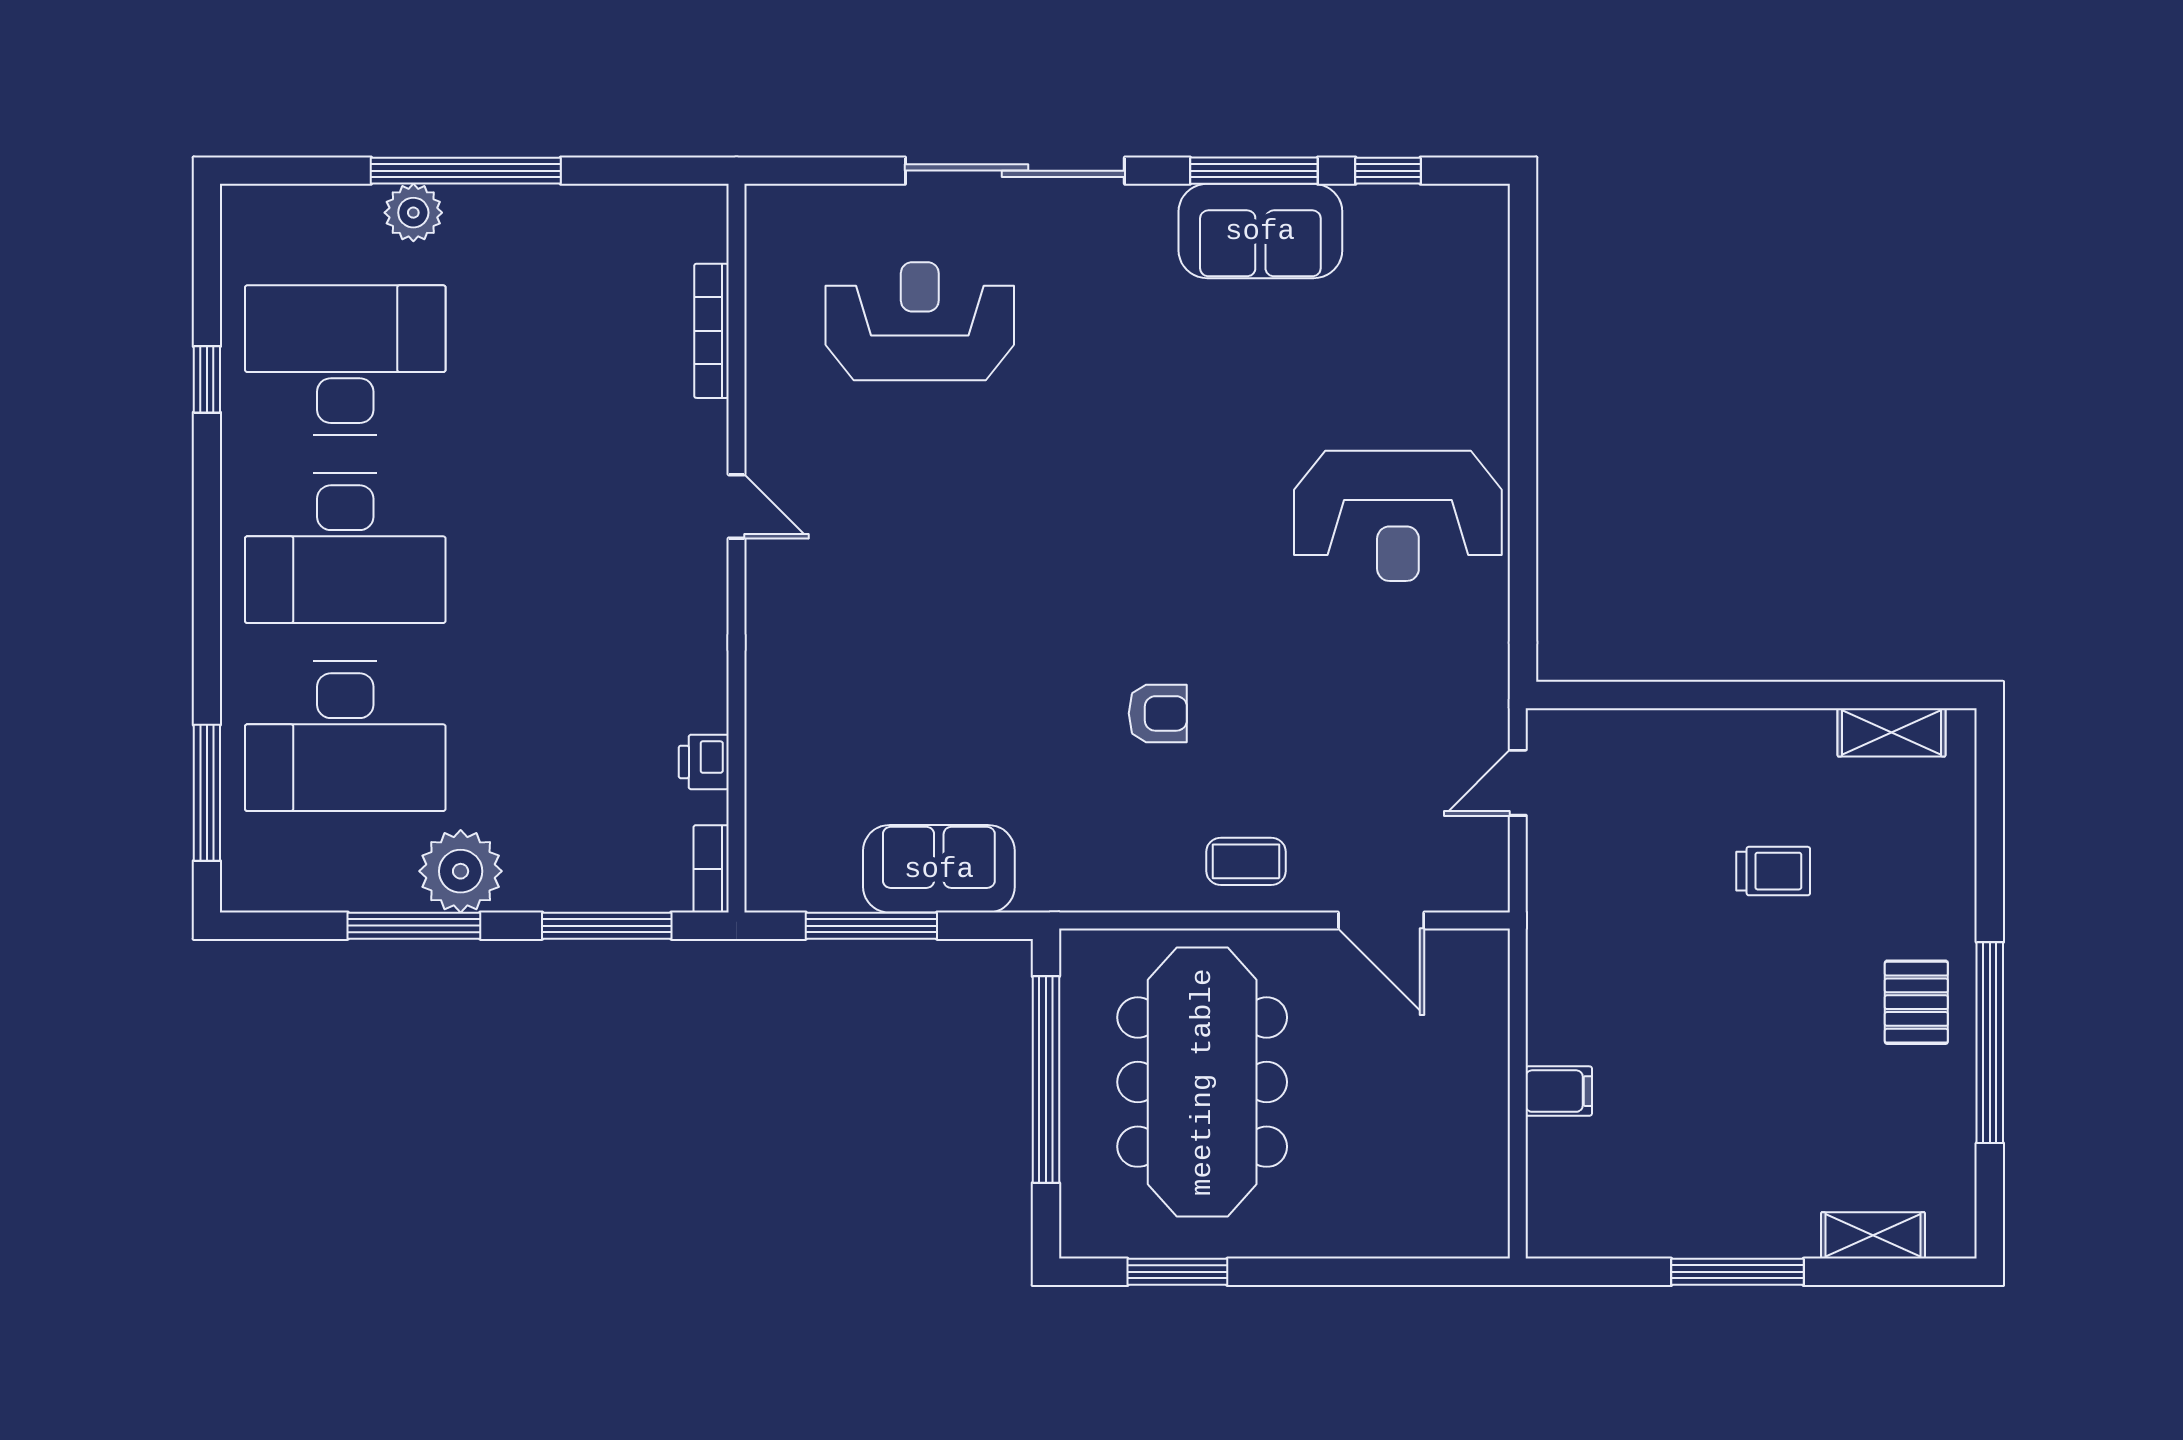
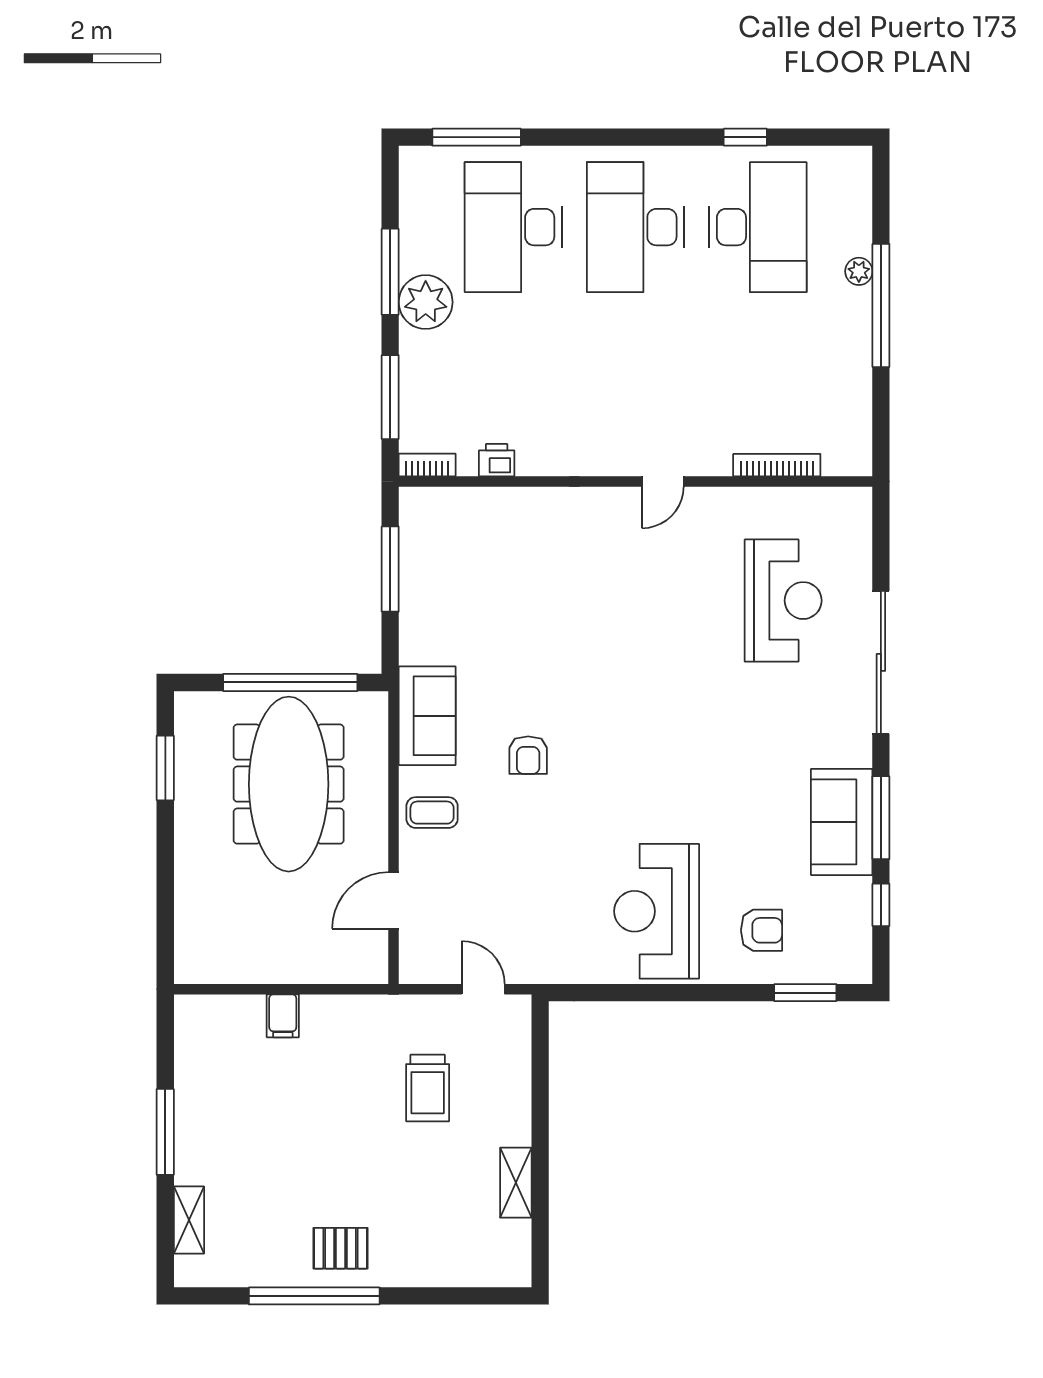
plant: (413, 213) -> (859, 271), width x0.73, depth x0.73
window: (1523, 287) -> (805, 993), added
armchair: (1427, 355) -> (761, 930), added
shelving: (1892, 732) -> (516, 1183), moved
coffee table: (1246, 861) -> (432, 813), turned 90
sofa: (939, 869) -> (427, 716), moved
trolley: (1773, 871) -> (428, 1088), moved, width x1.36, depth x1.39
meeting table: (1202, 1082) -> (289, 784), turned 90

